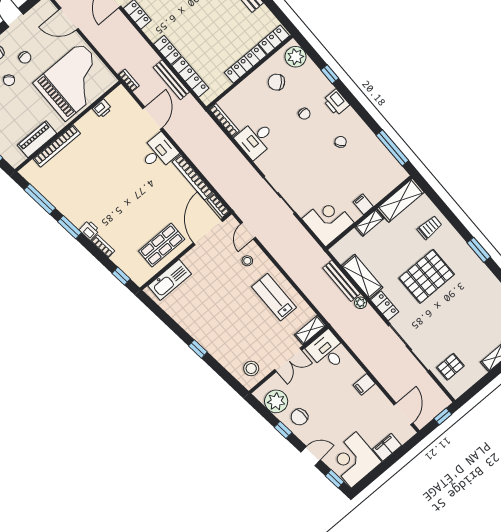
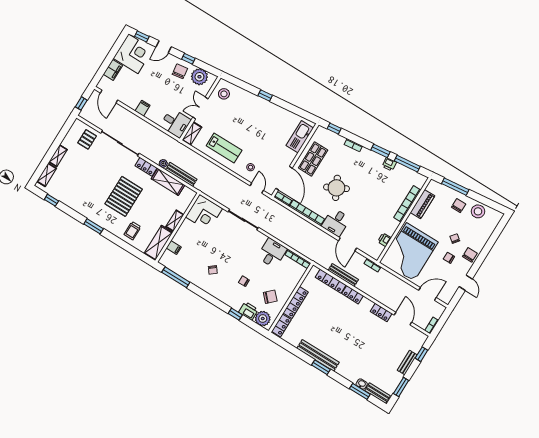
printer: (336, 102) -> (248, 311), moved
round table: (143, 197) -> (336, 188), added
filing cabinet: (363, 204) -> (174, 248), moved
printer: (89, 230) -> (389, 164), moved

